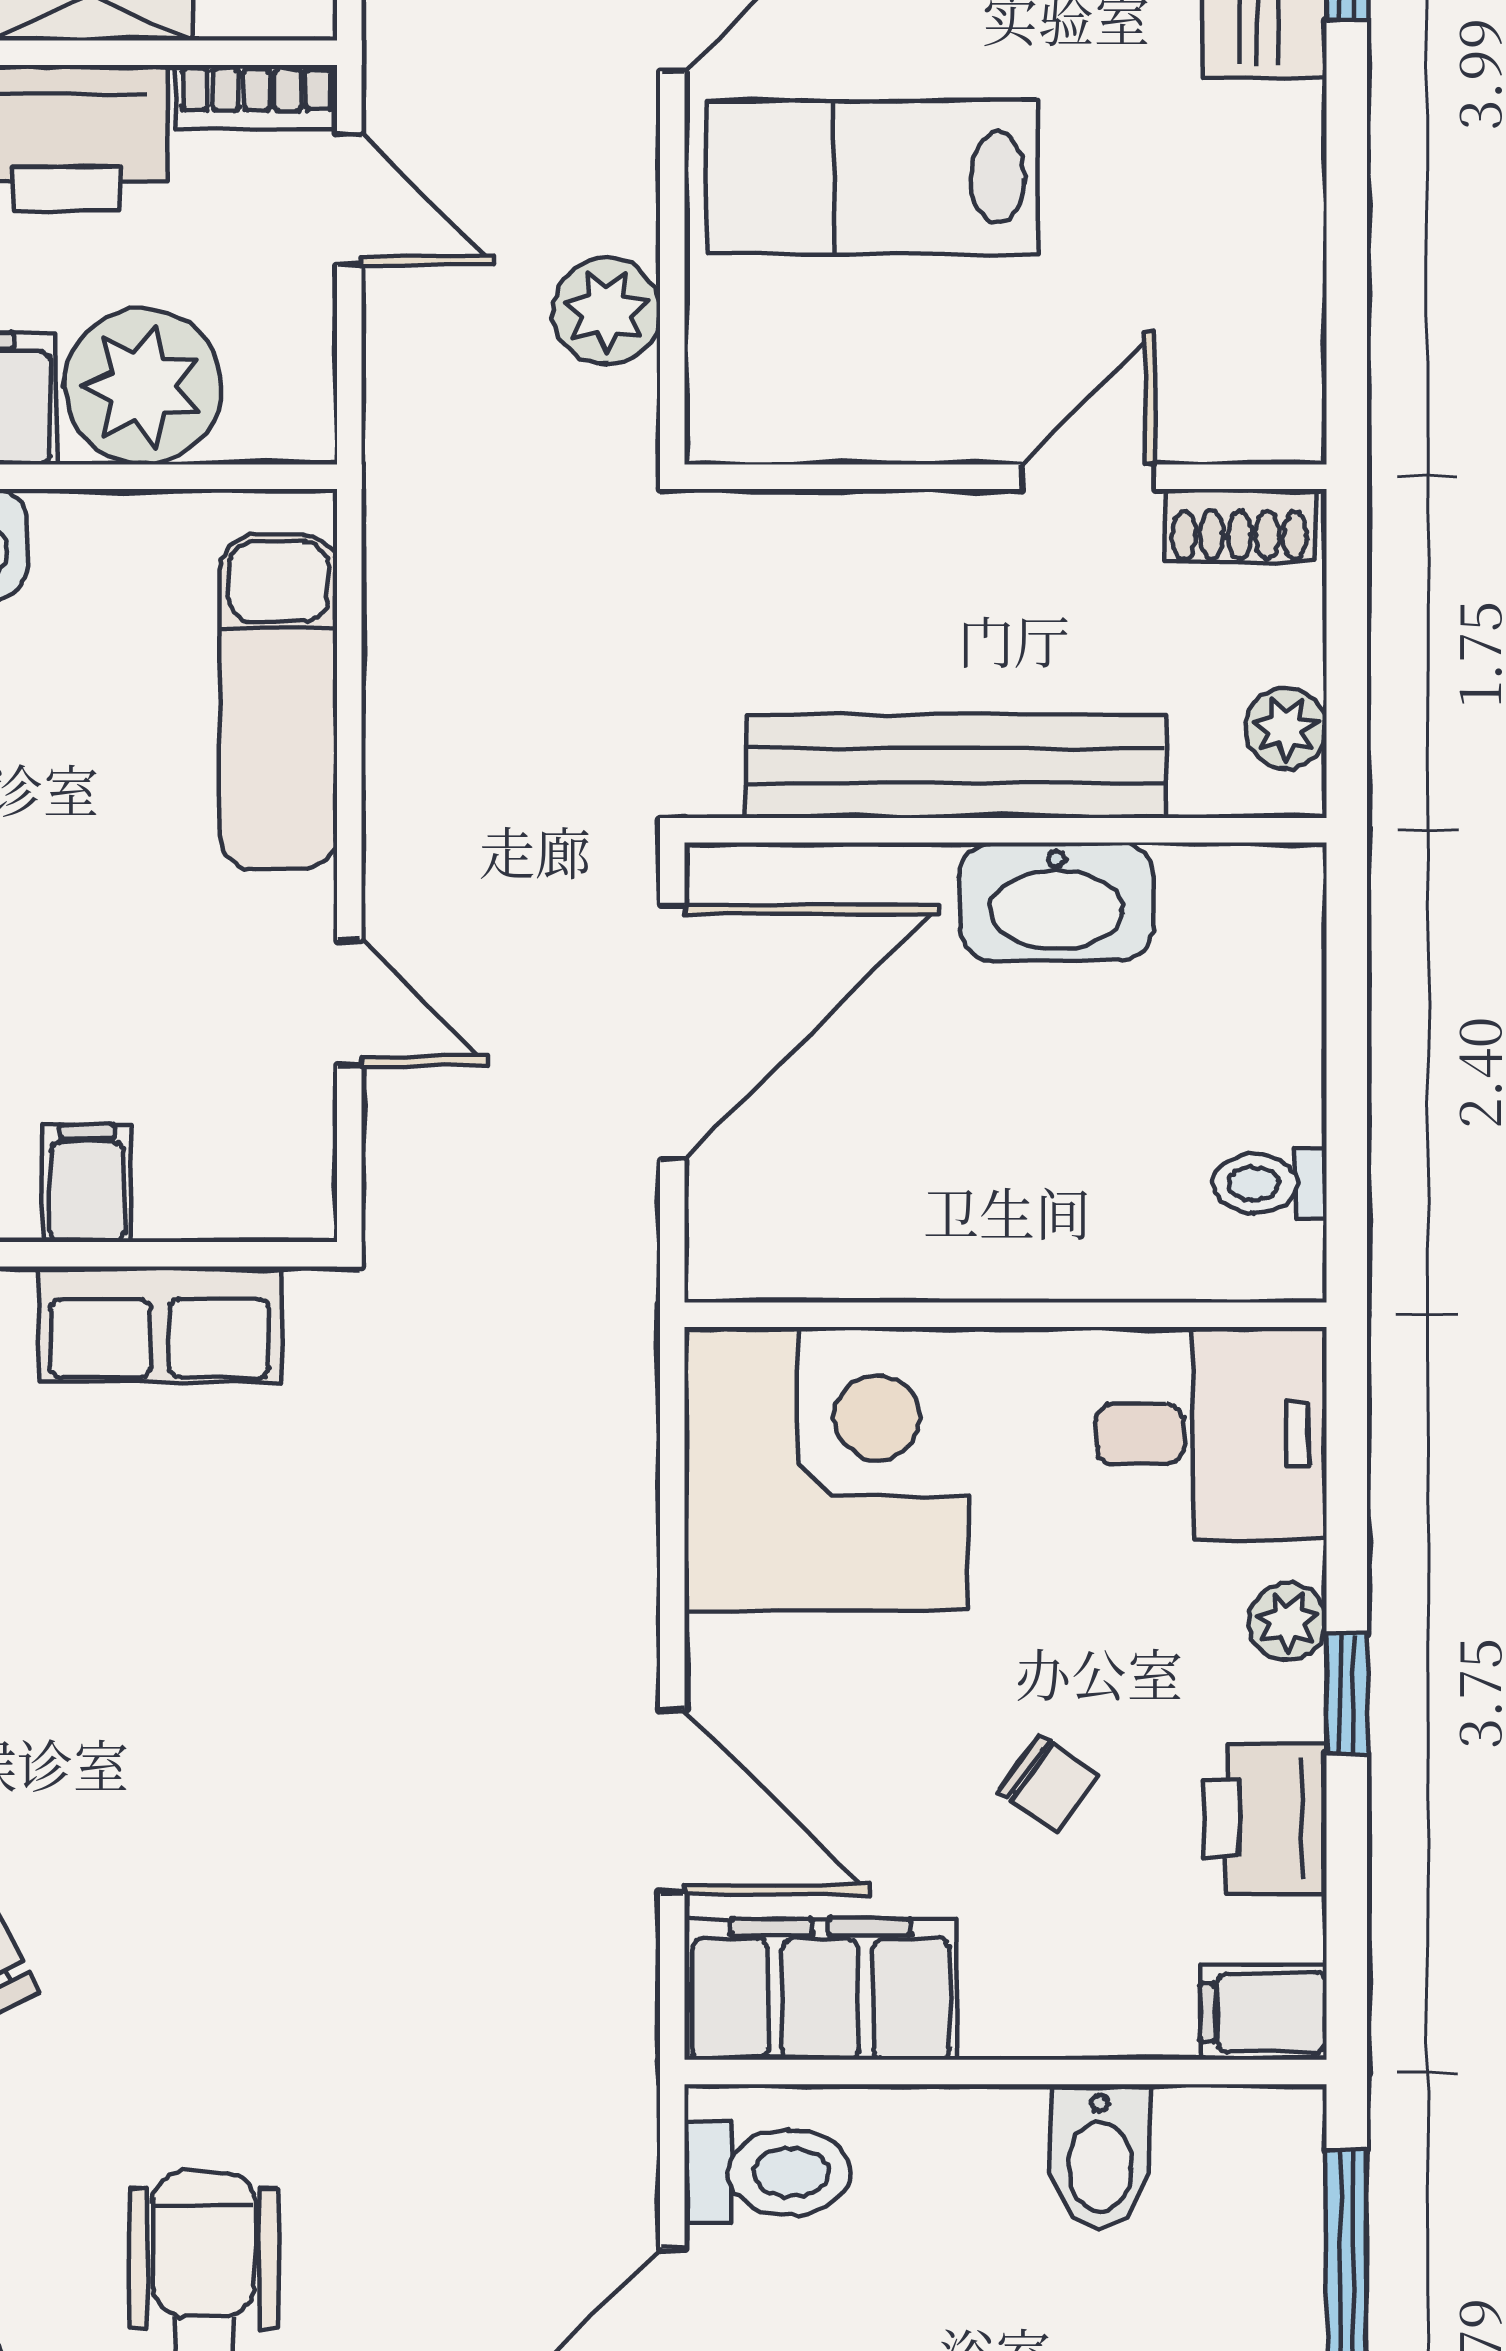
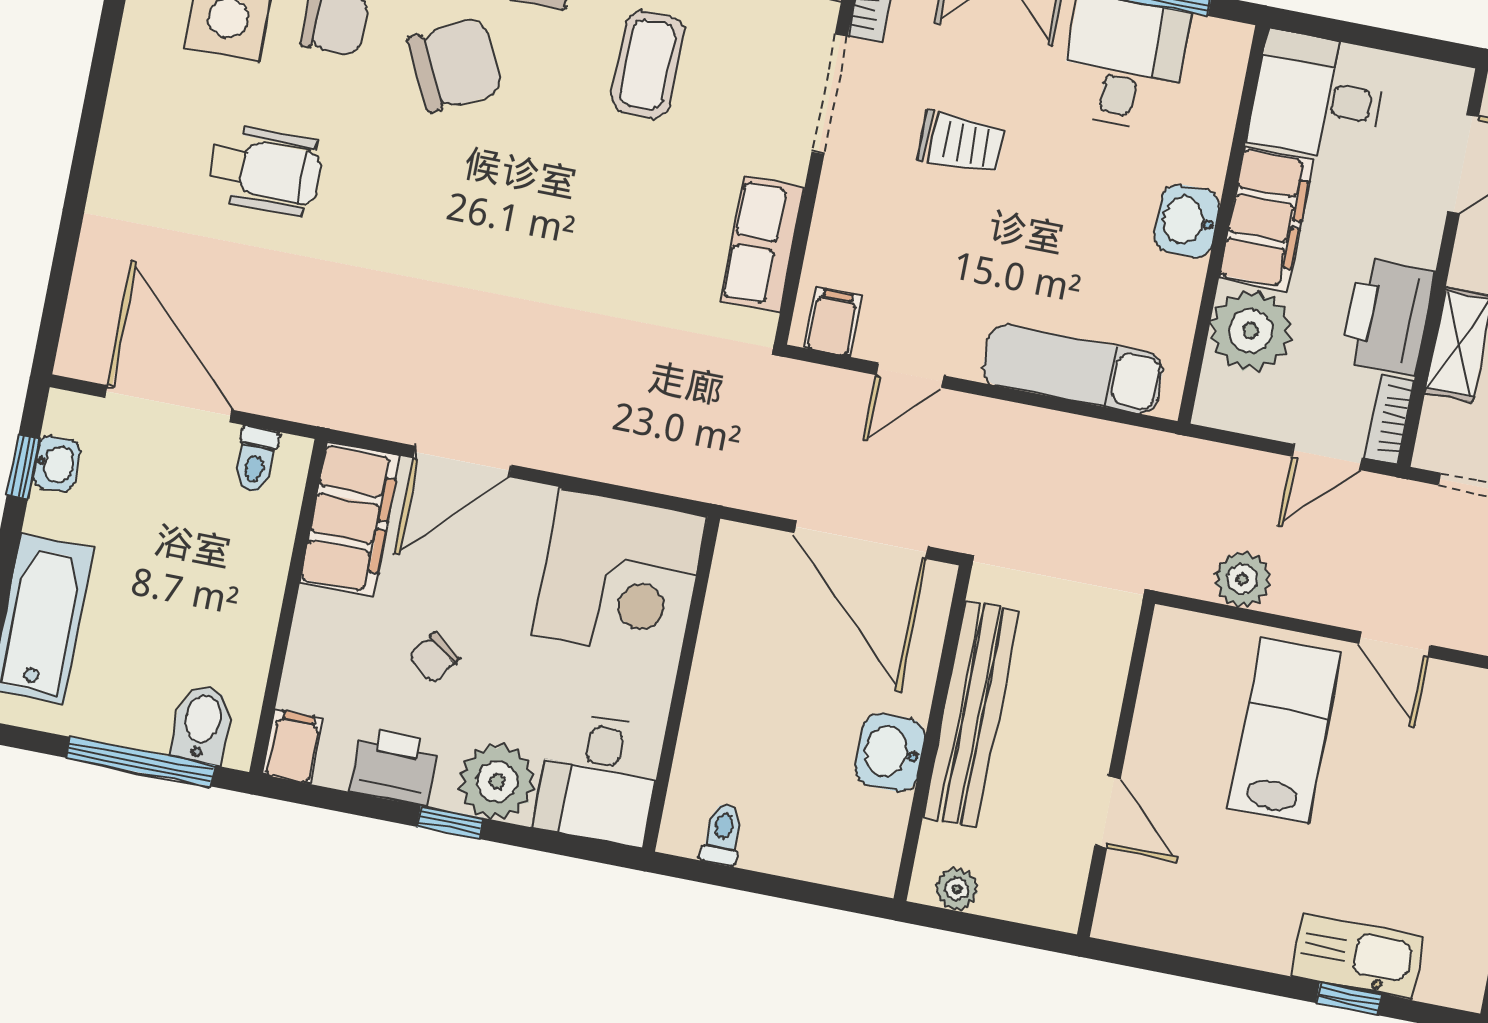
shoe rack: (1240, 526) -> (1067, 886), removed
washbasin: (1056, 902) -> (890, 752), width x0.72
filing cabinet: (87, 1184) -> (833, 322), moved, turned -90
plant: (1288, 1622) -> (497, 781), width x1.87, depth x1.87
bidet: (1100, 2156) -> (202, 724), moved, turned 90
toilet: (768, 2172) -> (256, 460), width x0.73, depth x0.72

